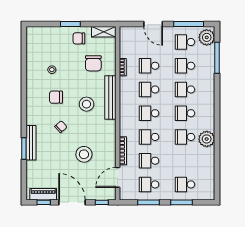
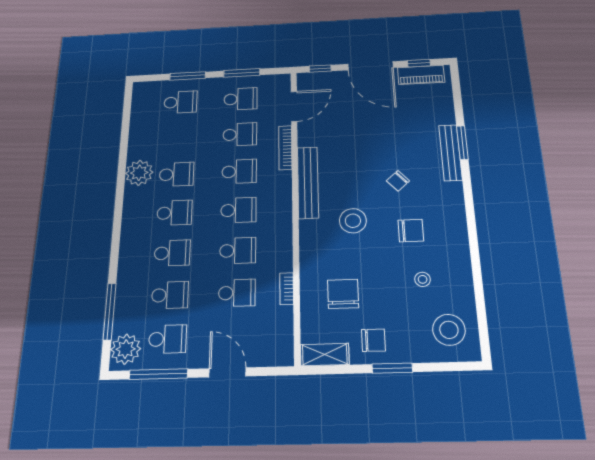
bench: (110, 98) -> (308, 182), moved
stool: (84, 154) -> (449, 330), moved

